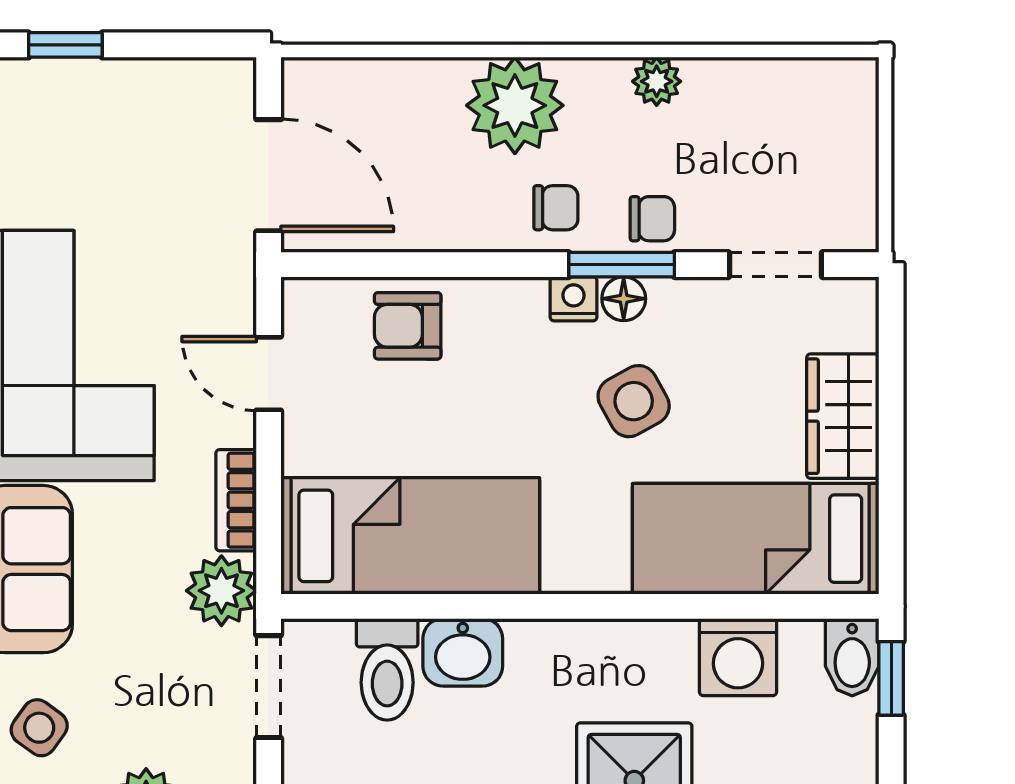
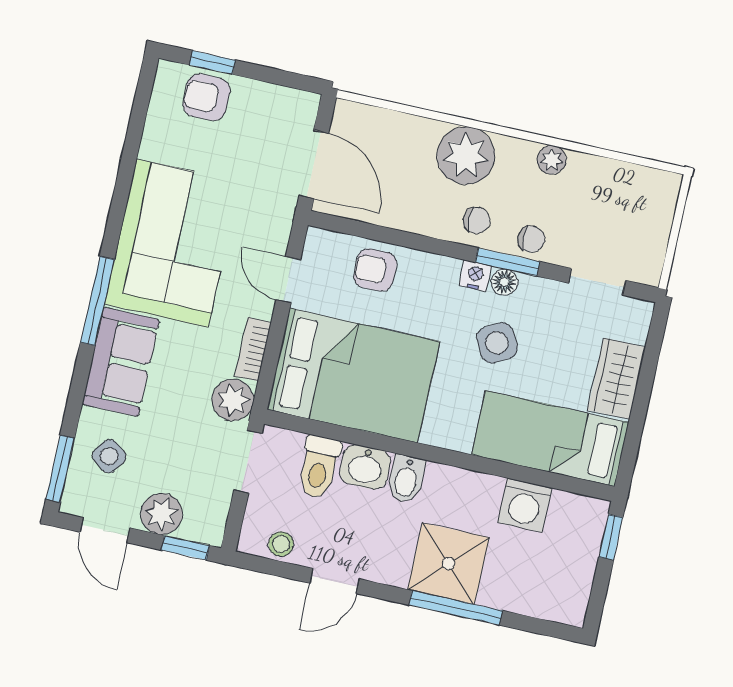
armchair: (68, 104) -> (206, 97), added
bed: (410, 536) -> (353, 375), width x1.50
bidet: (852, 657) -> (406, 479), moved

